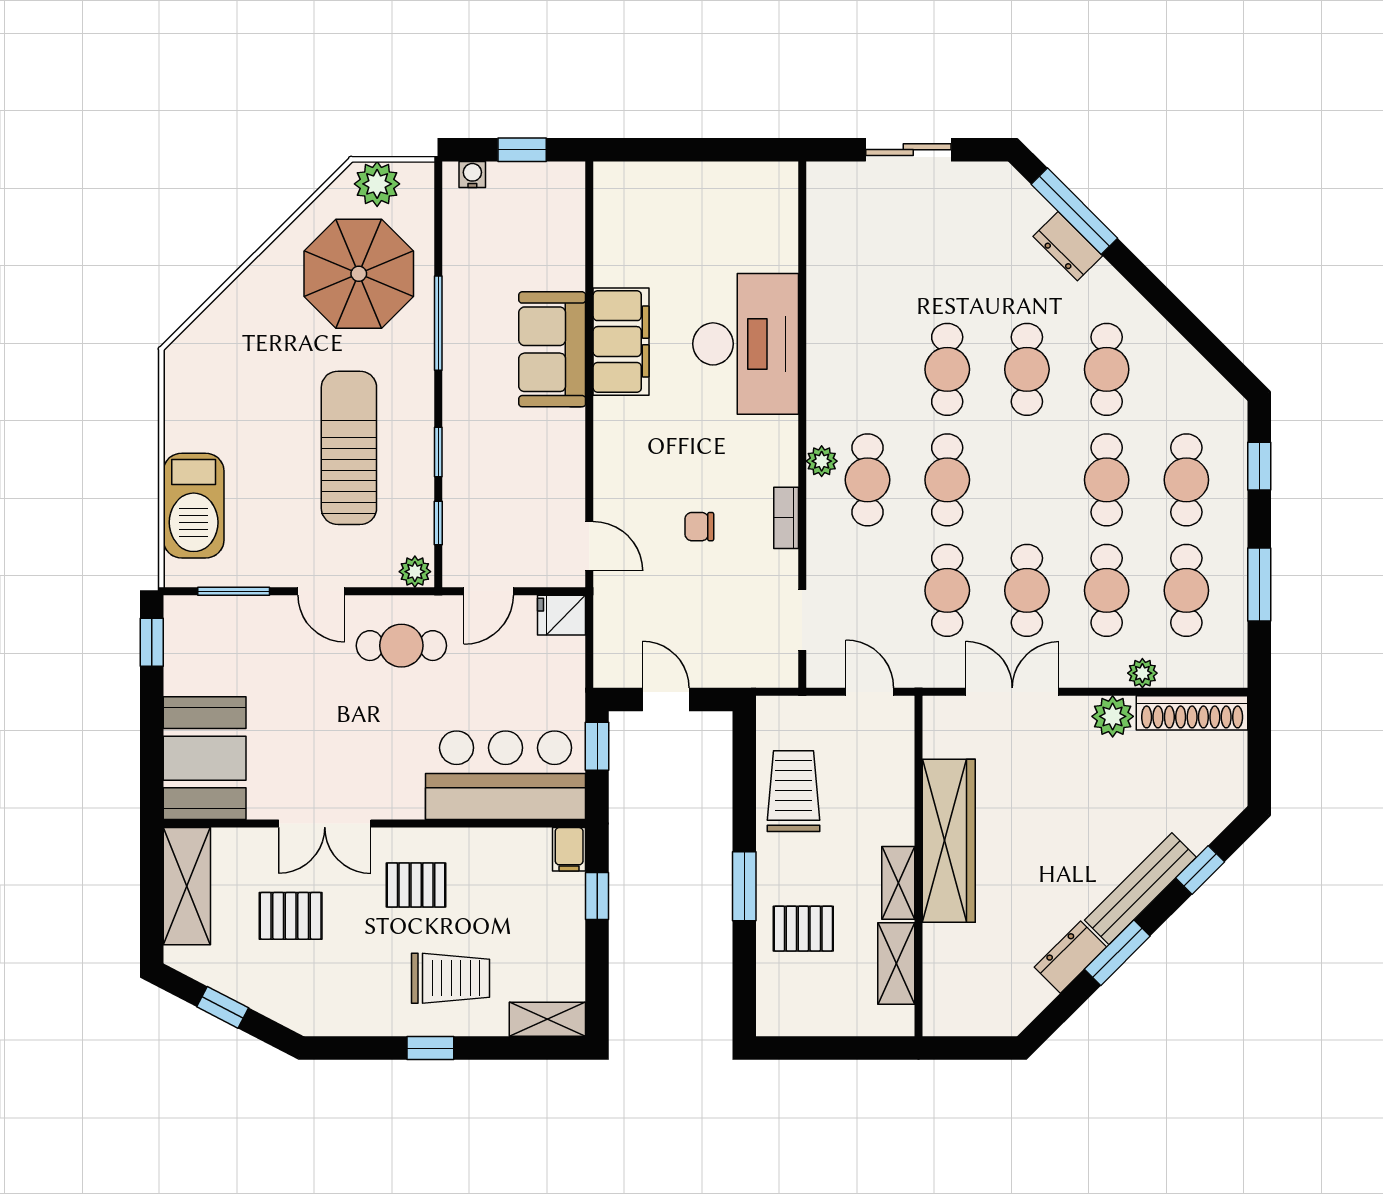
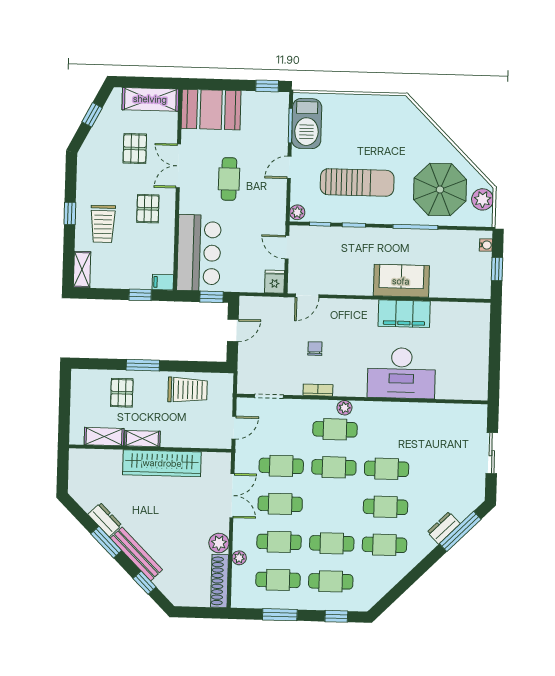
barbecue: (194, 506) -> (307, 124), moved, turned -90
cafe table: (401, 646) -> (229, 179), moved

